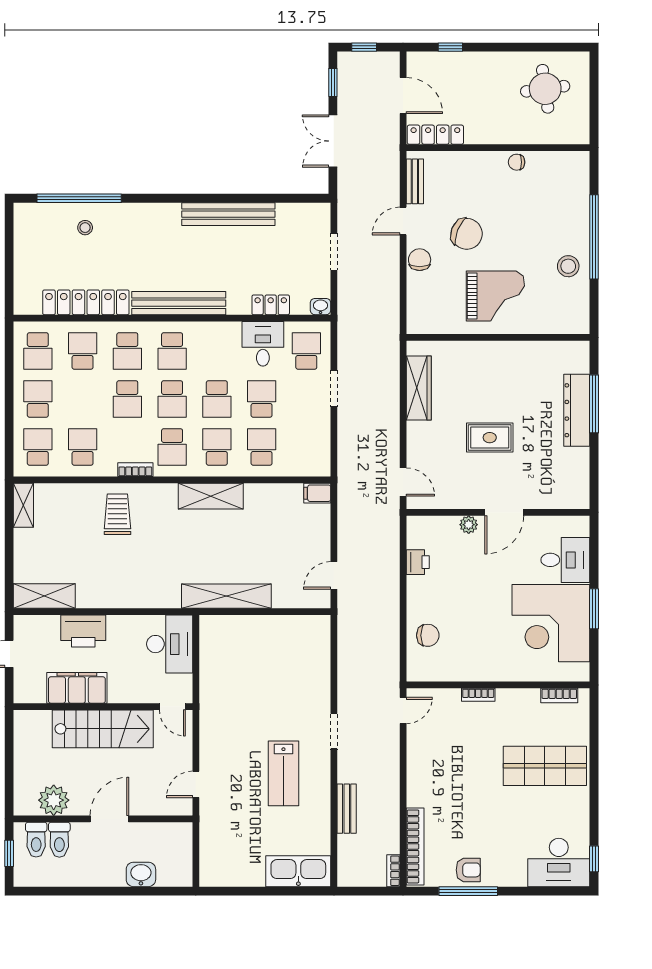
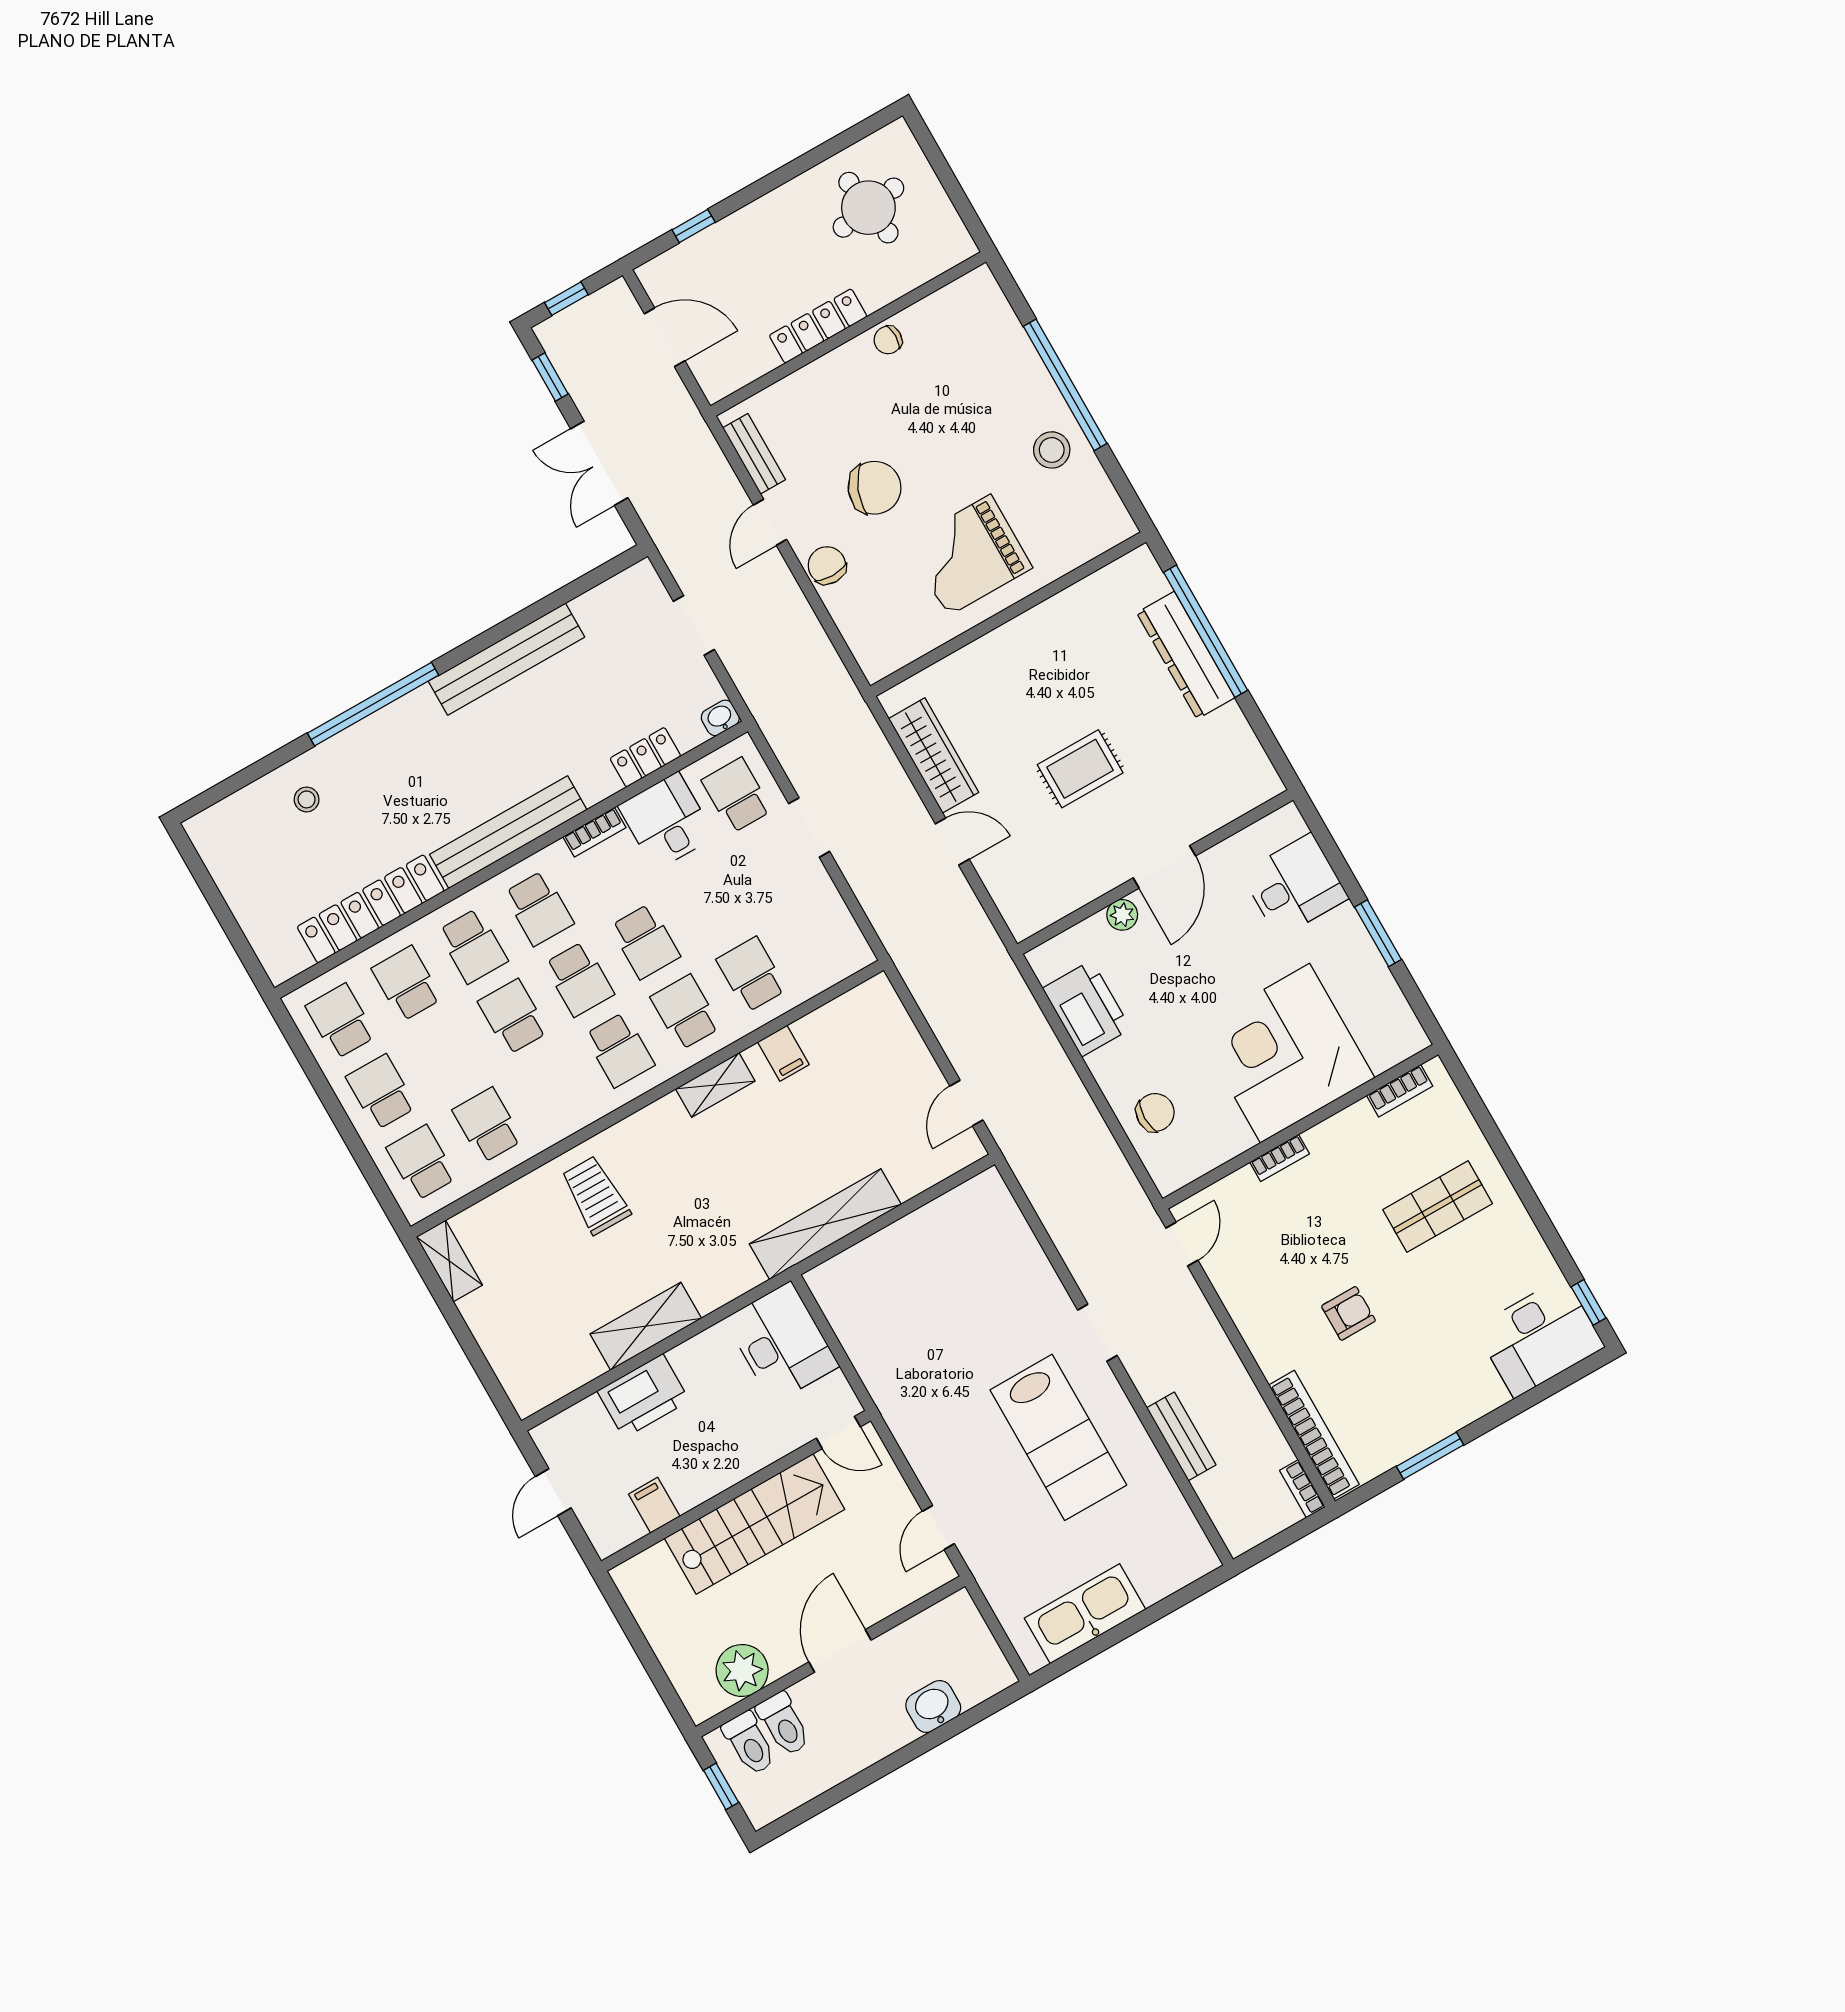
locker: (435, 135) -> (818, 326), moved
window: (79, 198) -> (373, 704), moved
grand piano: (495, 296) -> (969, 555), turned 180
school desk: (38, 351) -> (341, 1021), turned 180
school desk: (127, 399) -> (513, 1017), turned 180
school desk: (262, 399) -> (711, 904), removed
window: (594, 404) -> (1206, 631), width x1.46
bookcase: (135, 470) -> (594, 832), moved, turned 180
door: (403, 482) -> (952, 842), moved
filing cabinet: (317, 493) -> (783, 1053), moved, turned -90
shelving: (211, 496) -> (715, 1085), width x0.67, depth x0.75
printer: (418, 562) -> (1087, 1008), width x1.87, depth x1.48
shelving: (44, 596) -> (646, 1326), moved
corner desk: (551, 623) -> (1285, 1053), moved, turned 90
filing cabinet: (77, 688) -> (654, 1505), width x0.33, depth x0.86
shop shelf: (545, 766) -> (1438, 1207), width x0.70, depth x0.74
lab bench: (283, 773) -> (1058, 1437), width x1.36, depth x1.39
armchair: (468, 870) -> (1349, 1313), moved
kitchen sink: (298, 871) -> (1085, 1614), moved
window: (468, 891) -> (1430, 1456), width x0.69

